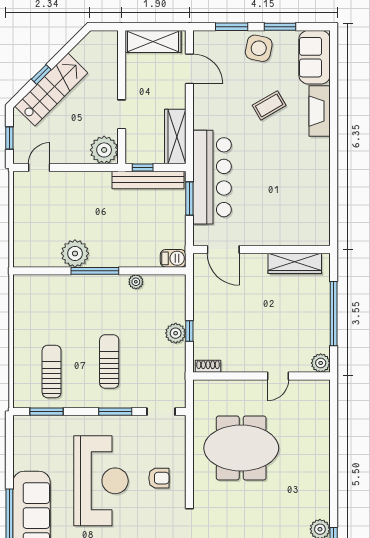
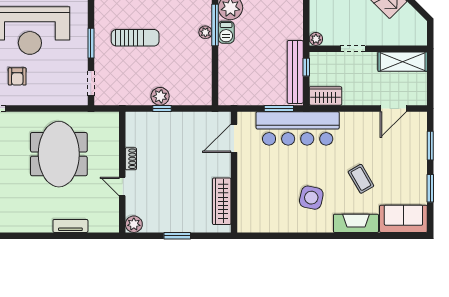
shelving: (153, 41) -> (403, 62), moved, turned 90
side table: (259, 48) -> (311, 198), moved
wardrobe: (175, 136) -> (325, 96), width x0.67
plant: (104, 150) -> (316, 39), width x0.53, depth x0.53
barbecue: (173, 258) -> (226, 32), moved
plant: (136, 282) -> (205, 32), moved
window: (334, 314) -> (177, 236), width x0.47
shoe rack: (208, 366) -> (131, 159), moved
tv unit: (323, 435) -> (70, 226), added
armchair: (159, 478) -> (17, 76), moved

